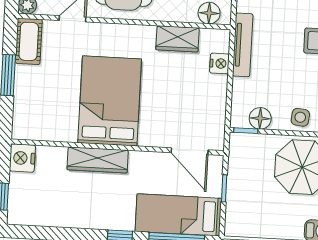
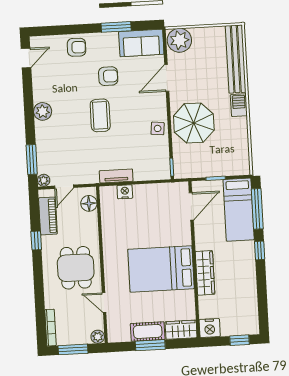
wardrobe: (178, 39) -> (181, 330), moved, turned -90
cot: (29, 41) -> (148, 331), moved
tv unit: (243, 45) -> (116, 176), width x0.71
floor lamp: (260, 118) -> (162, 158), removed

